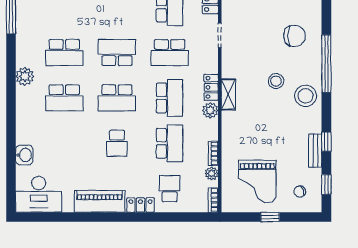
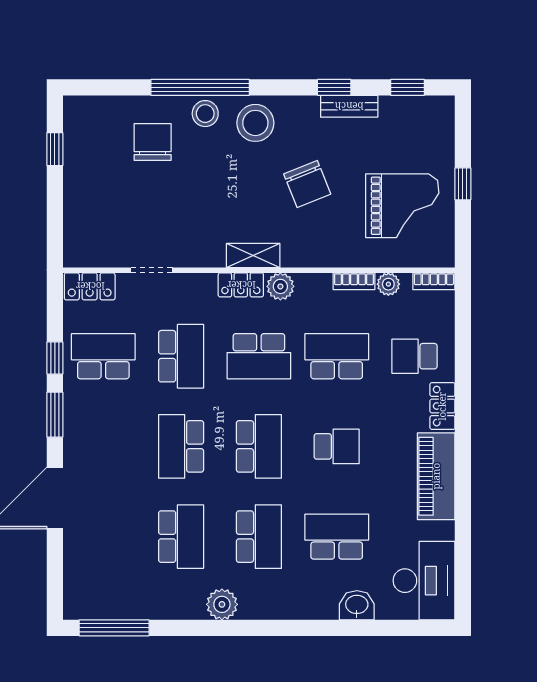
stool: (276, 81) -> (205, 114), moved
school desk: (170, 98) -> (259, 356), turned 180
school desk: (64, 143) -> (337, 537), added
chair: (300, 192) -> (307, 184), moved, width x1.87, depth x1.87

